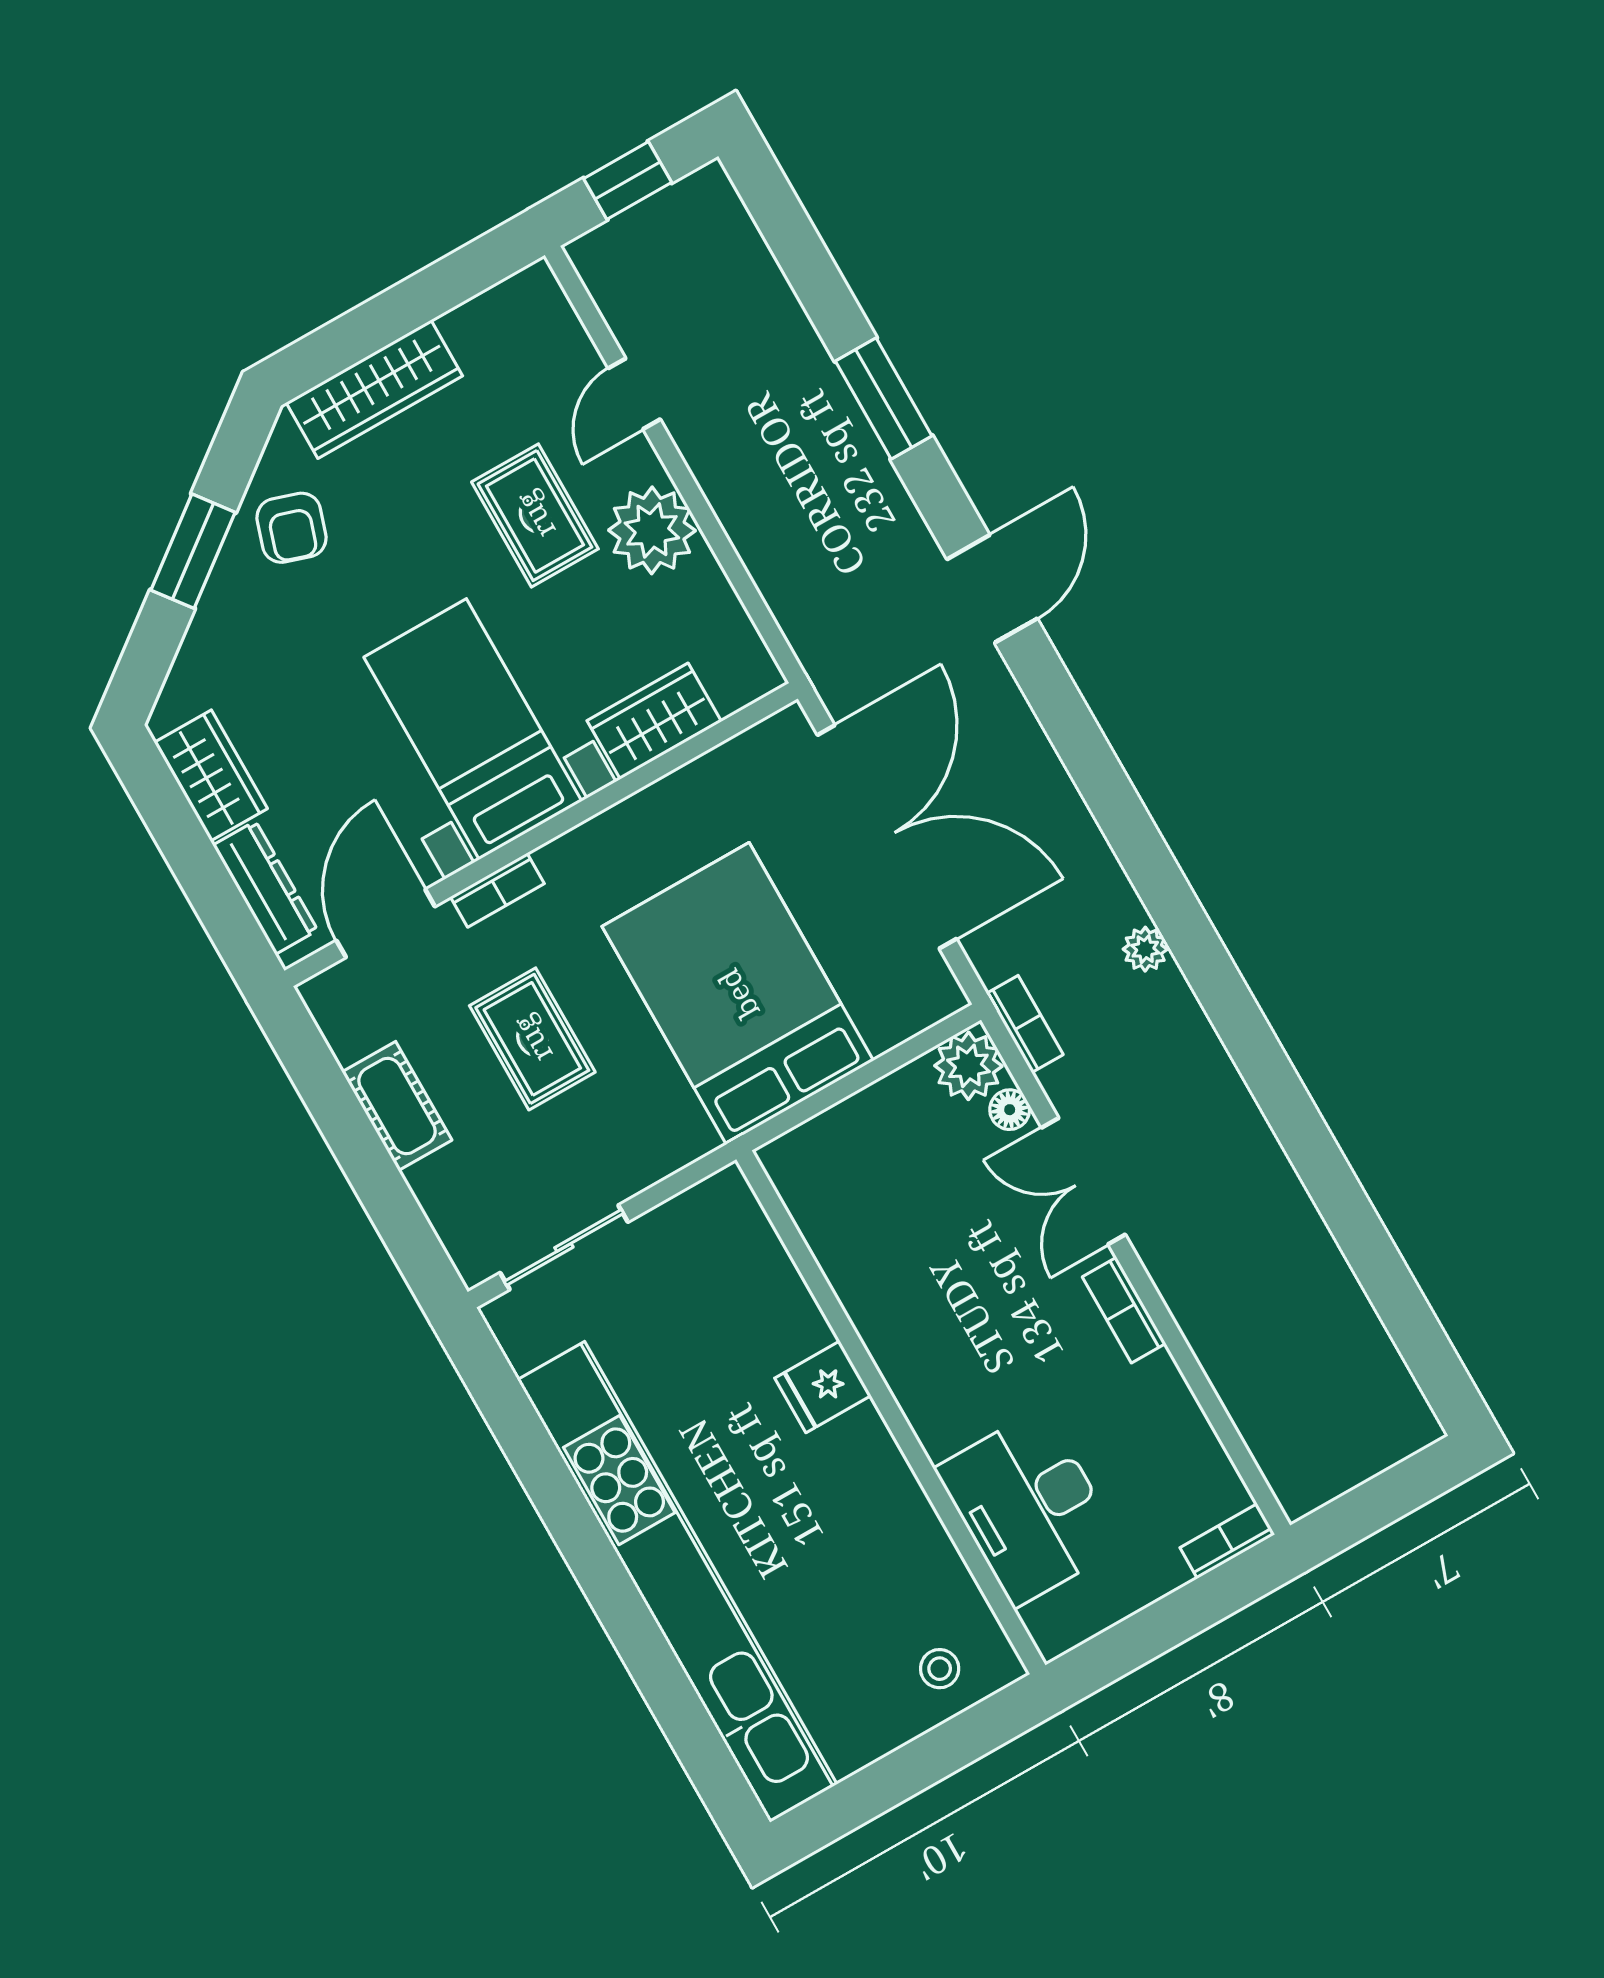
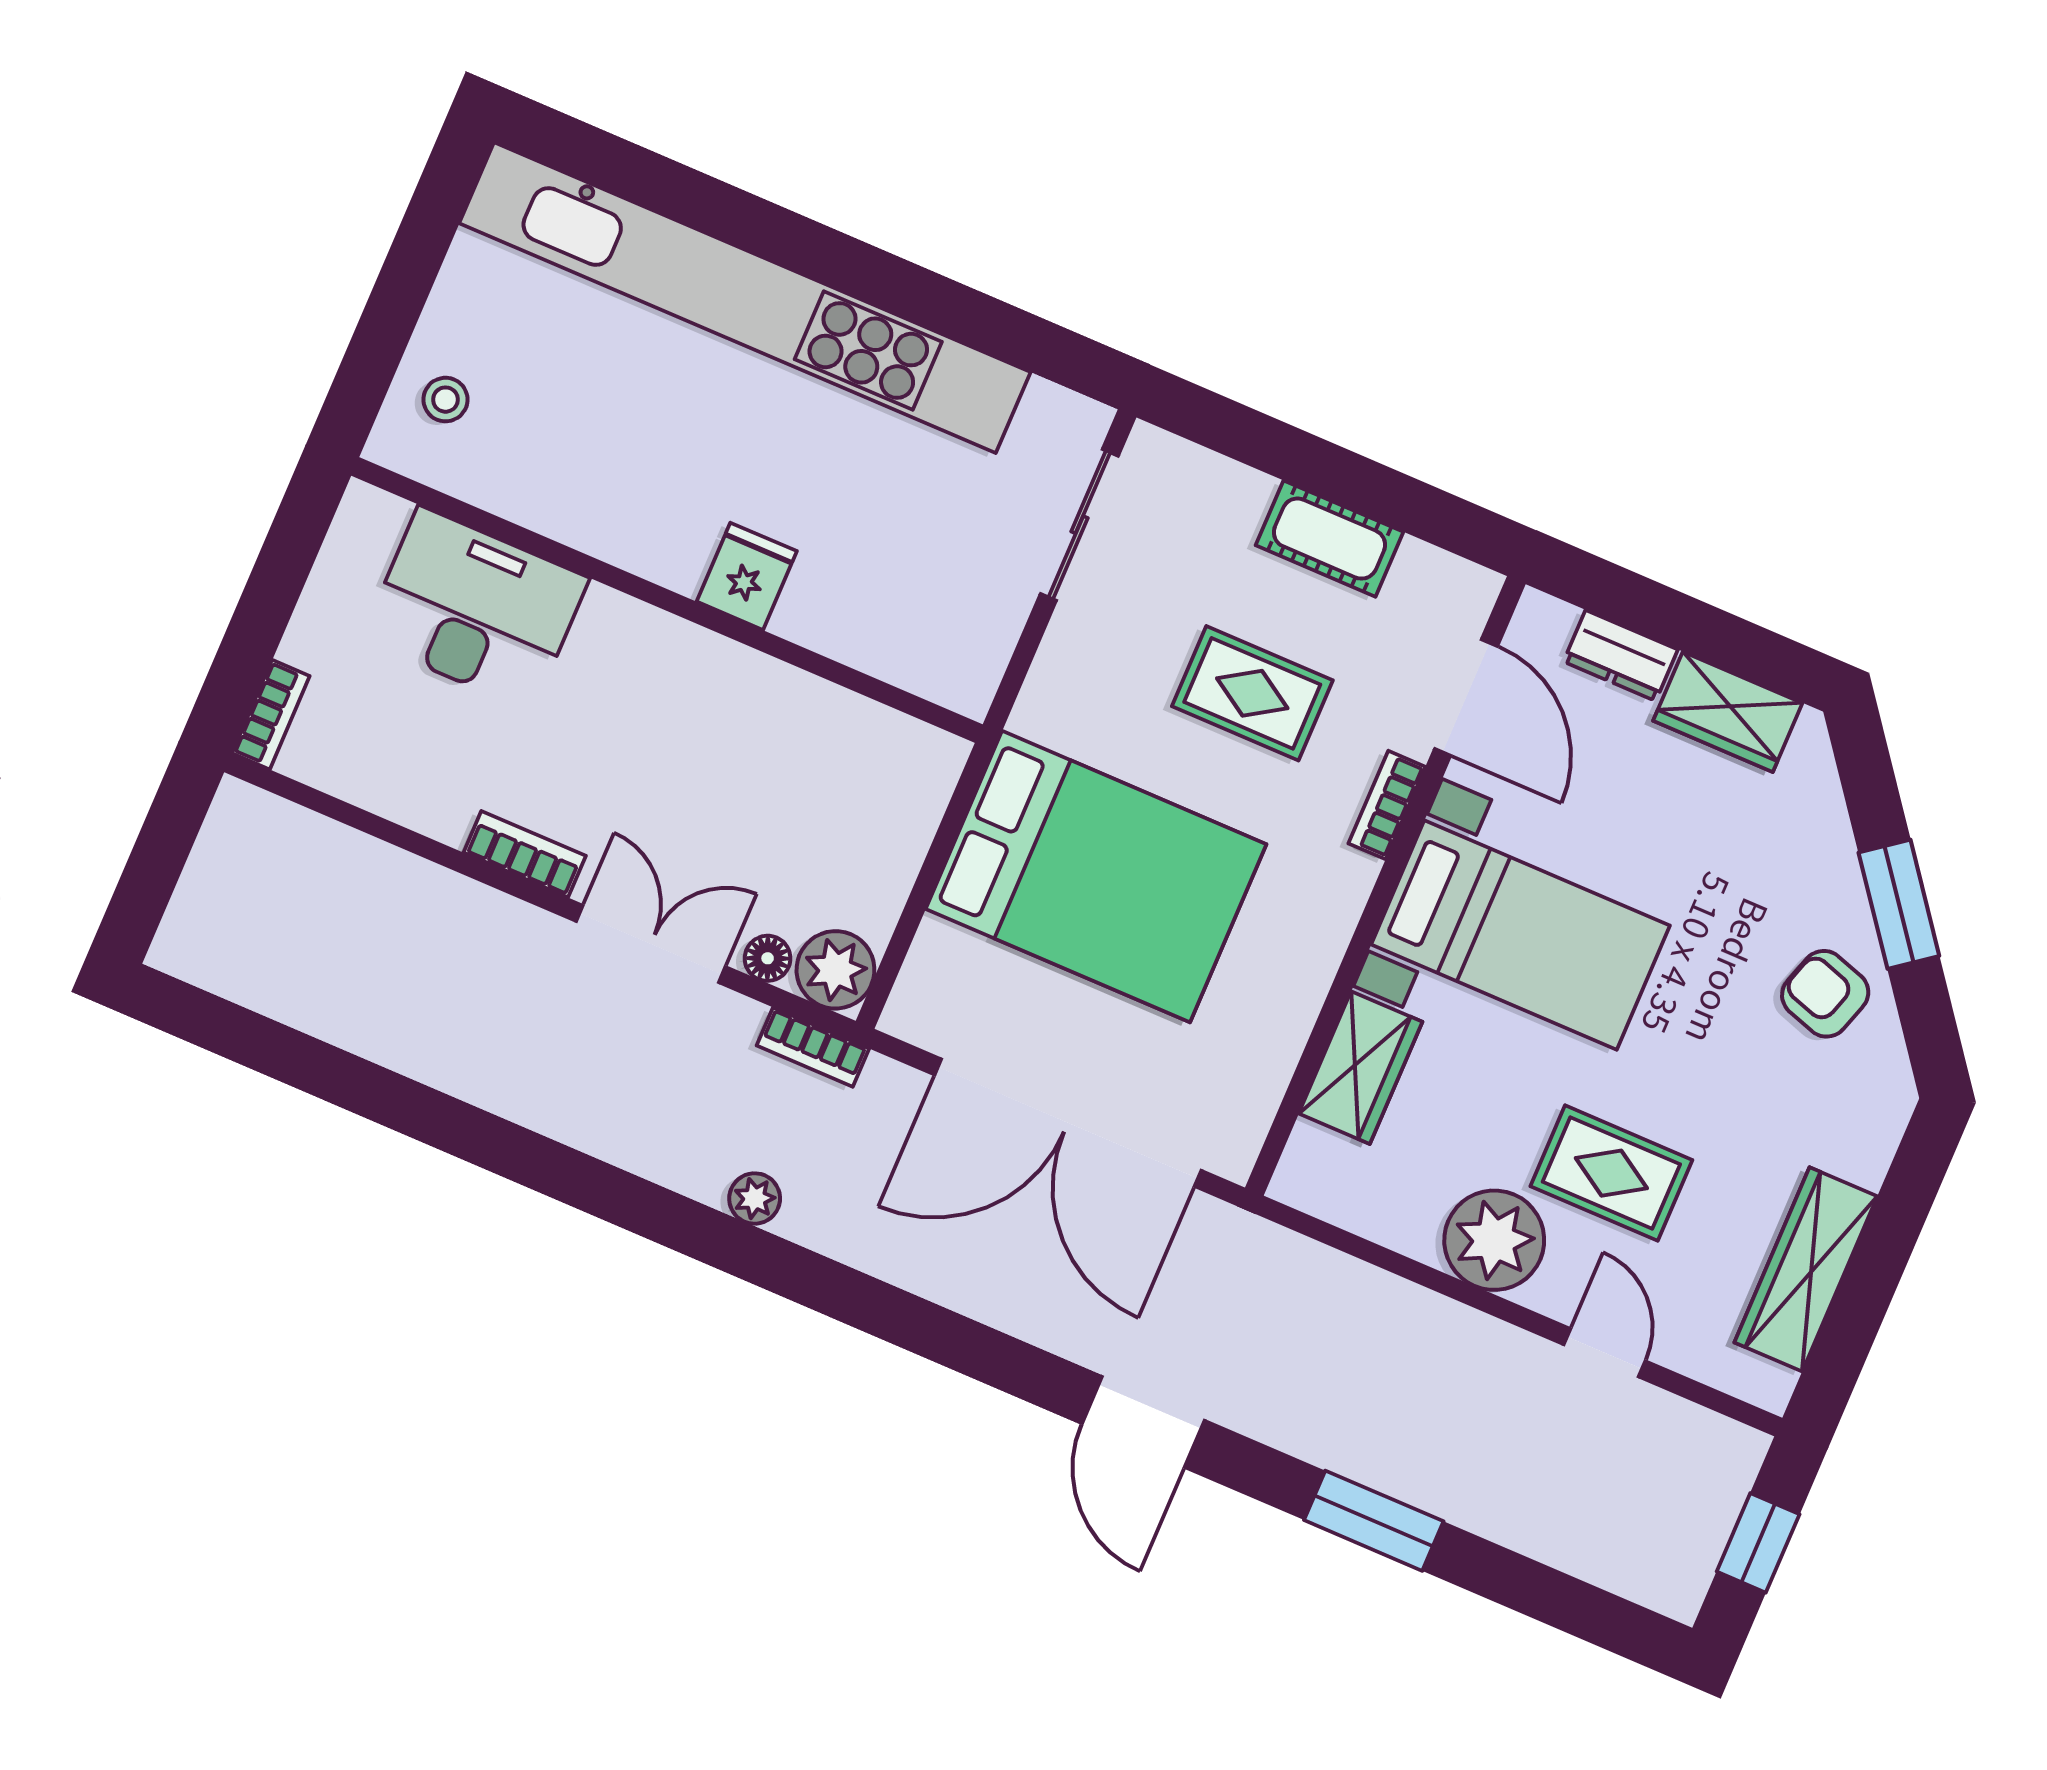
wardrobe: (374, 389) -> (1806, 1269), moved
dresser: (265, 888) -> (1621, 656), width x0.70

